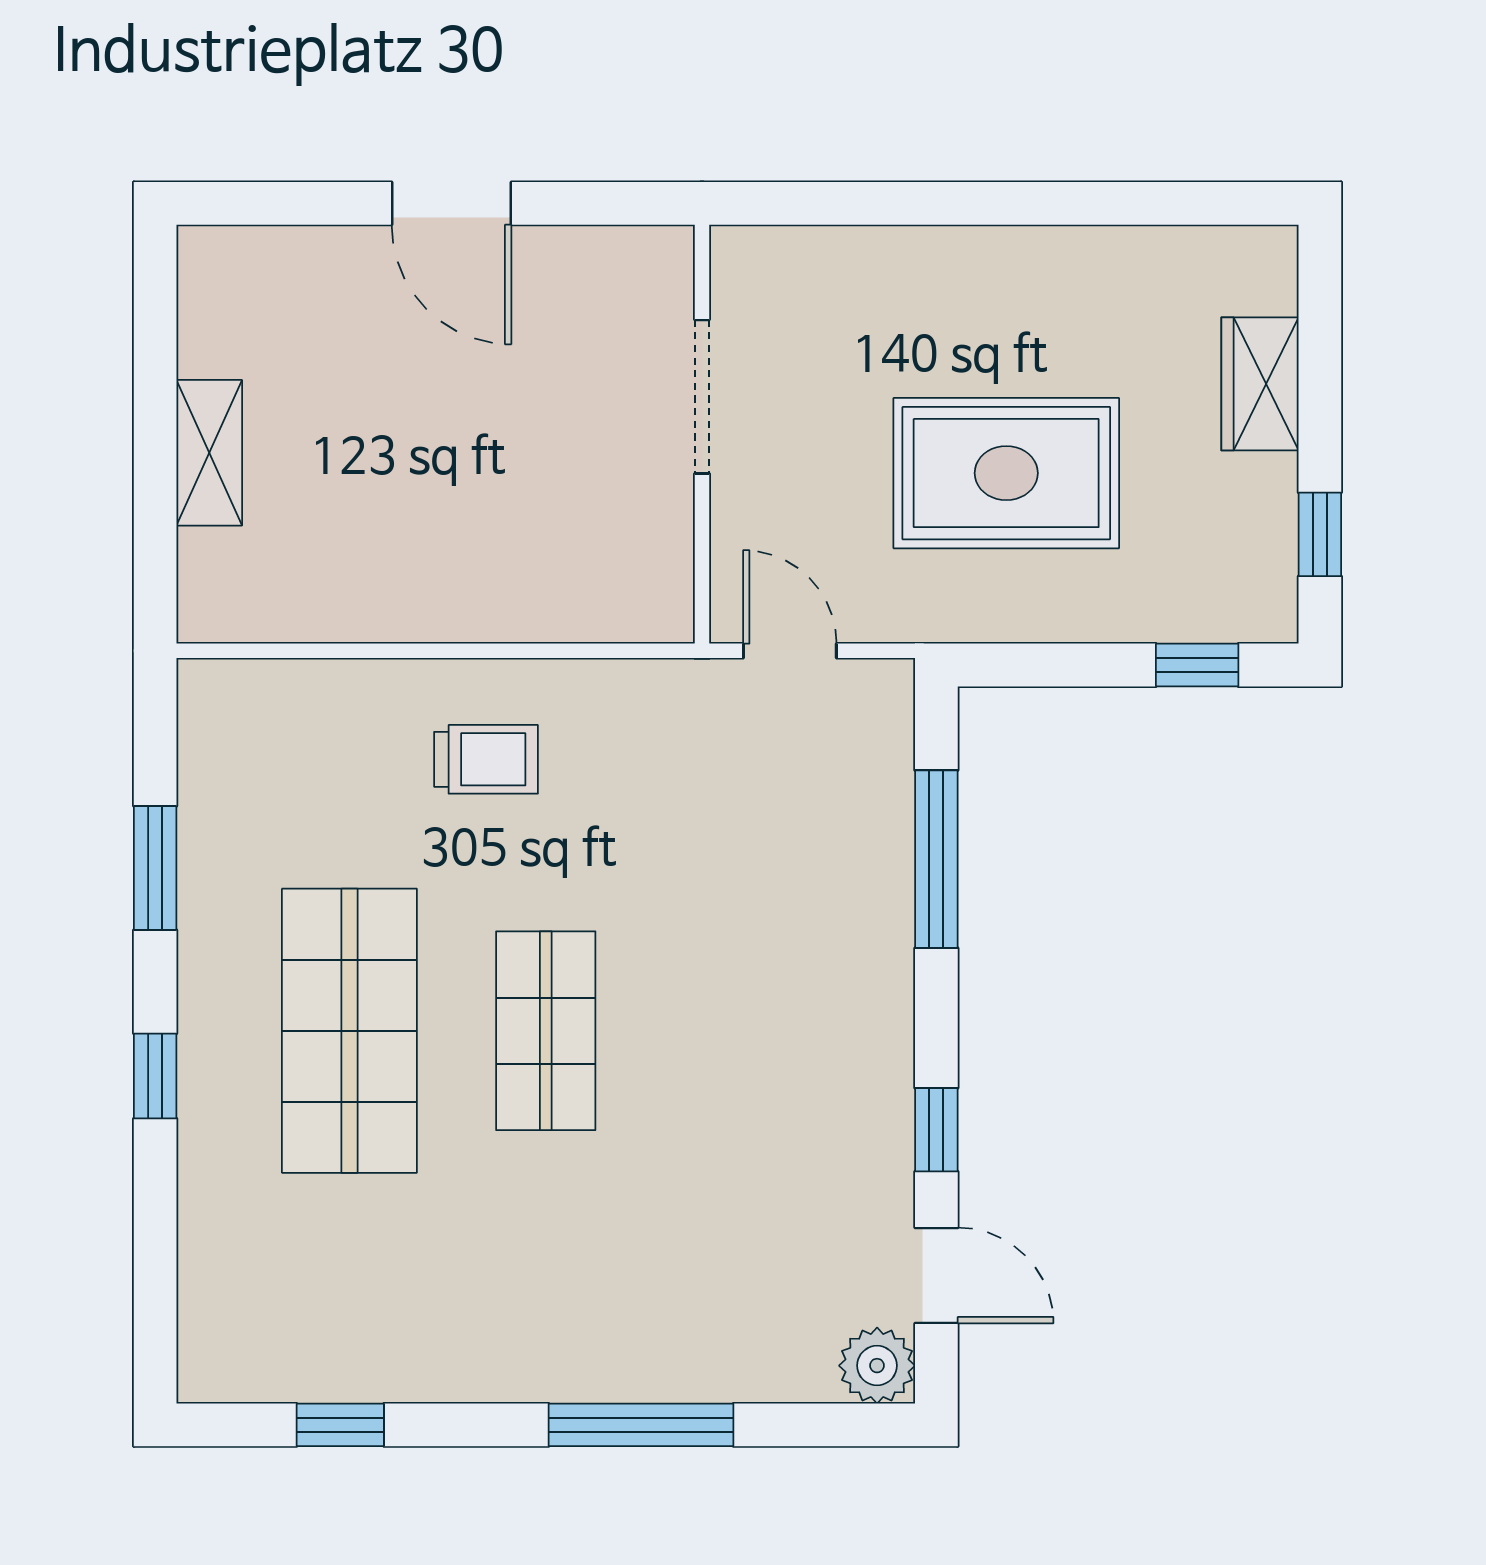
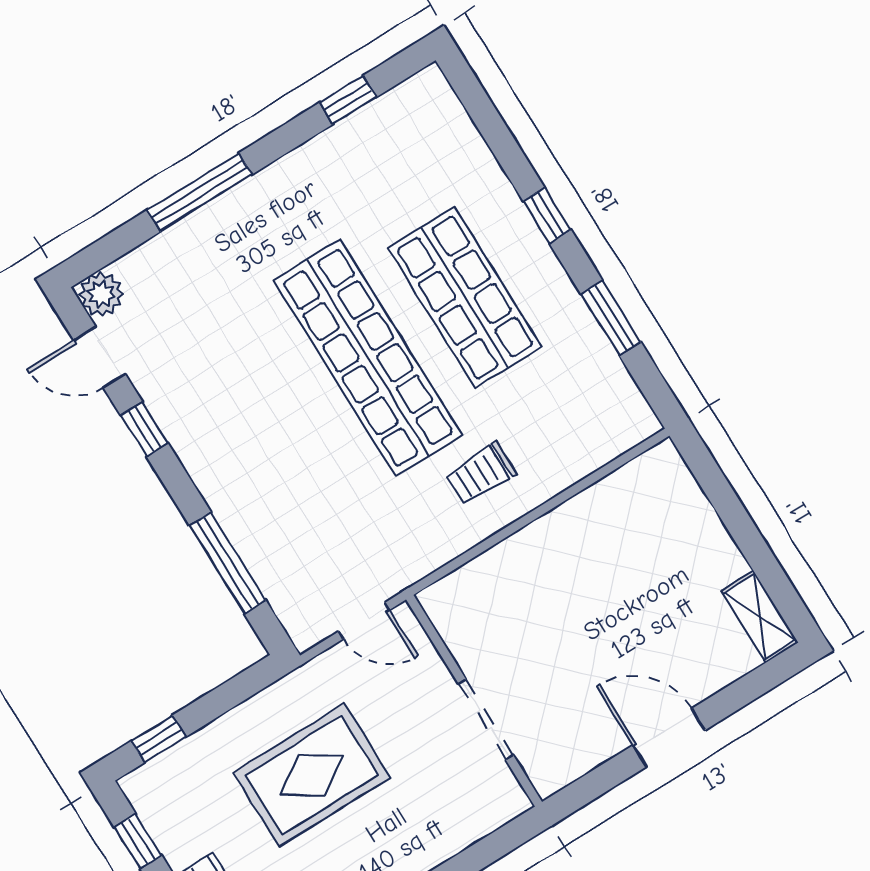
shelving: (209, 453) -> (760, 617), moved
shop shelf: (546, 1031) -> (368, 358), width x2.00, depth x1.36

